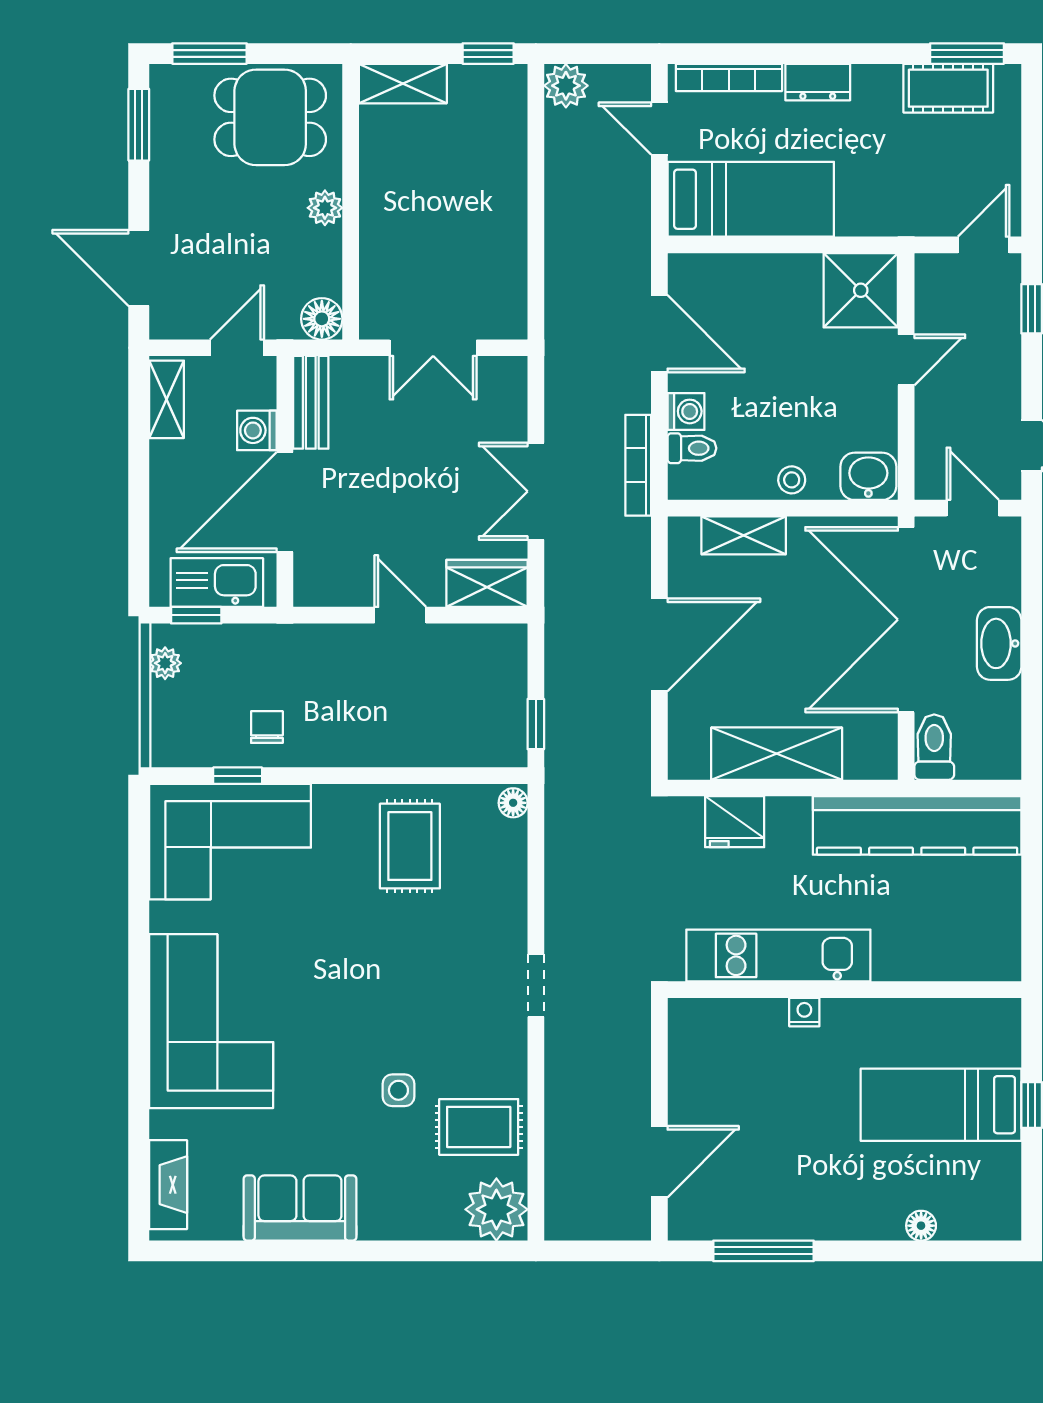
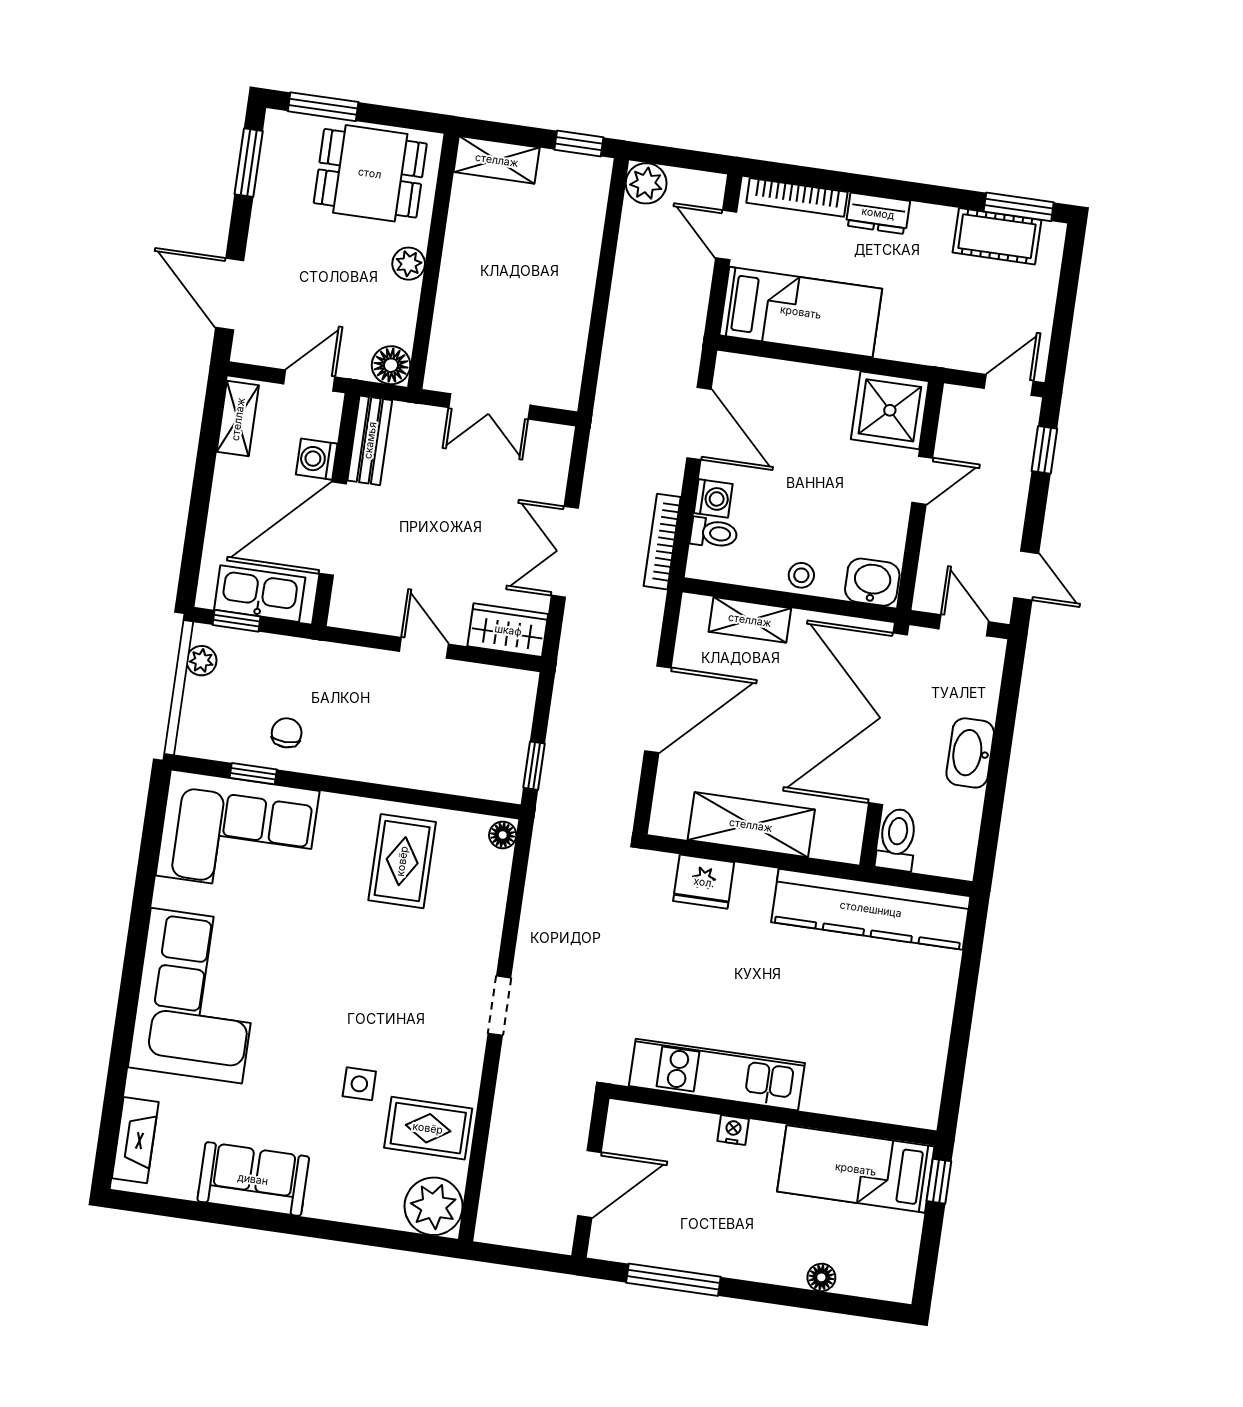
kitchen unit: (778, 955) -> (717, 1075), moved
wall: (844, 990) -> (773, 1115), moved
nightstand: (804, 1012) -> (733, 1130), moved

